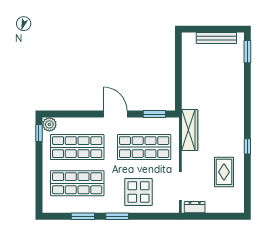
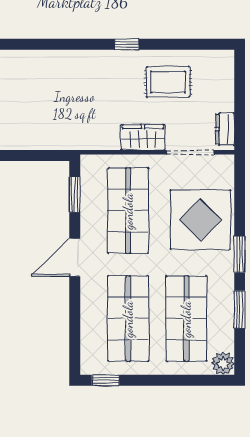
plant: (49, 124) -> (223, 364), moved
wardrobe: (190, 130) -> (143, 137), moved, width x0.67
display table: (138, 192) -> (200, 220), width x1.36, depth x1.36

